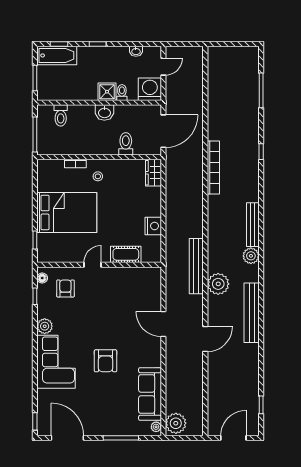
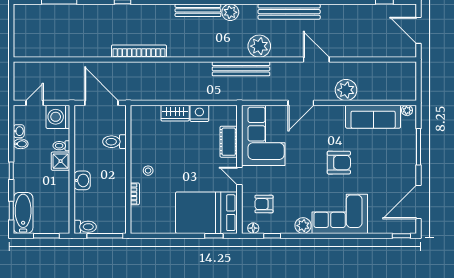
bidet: (124, 53) -> (21, 144), added
door: (163, 67) -> (35, 103), hinge flipped
washbasin: (104, 112) -> (82, 180), moved
toilet: (61, 115) -> (85, 227), moved
wardrobe: (153, 173) -> (175, 113), moved
bed: (67, 212) -> (206, 213), moved, turned -90
corner sofa: (132, 288) -> (263, 135), added
plant: (176, 423) -> (346, 90), moved

